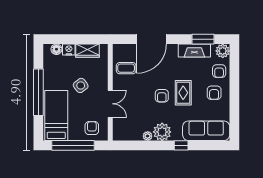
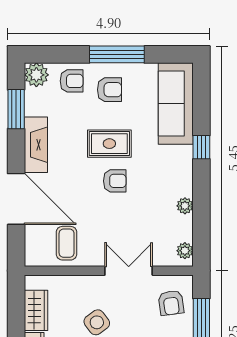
fireplace: (194, 51) -> (36, 145), moved
window: (234, 97) -> (117, 54), added
armchair: (92, 128) -> (171, 303), turned -98
plant: (162, 132) -> (185, 251), moved, width x0.53, depth x0.53

